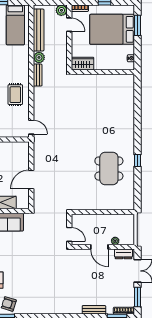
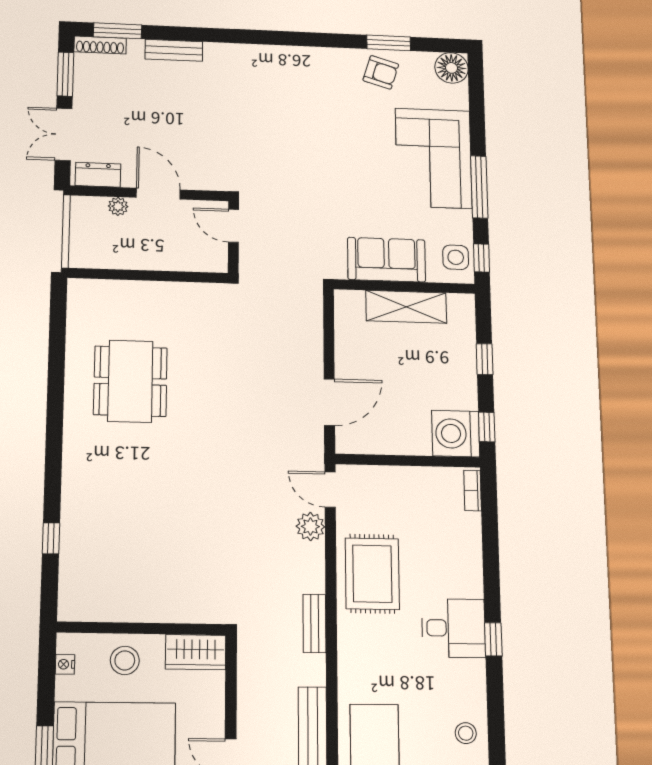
plant: (39, 57) -> (310, 527), moved
stool: (109, 60) -> (125, 660), added
rug: (15, 95) -> (372, 574), width x1.36, depth x1.43
window: (138, 161) -> (51, 538), moved
door: (31, 179) -> (329, 402), moved

